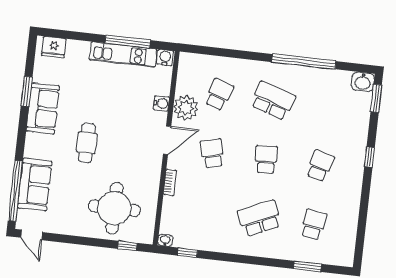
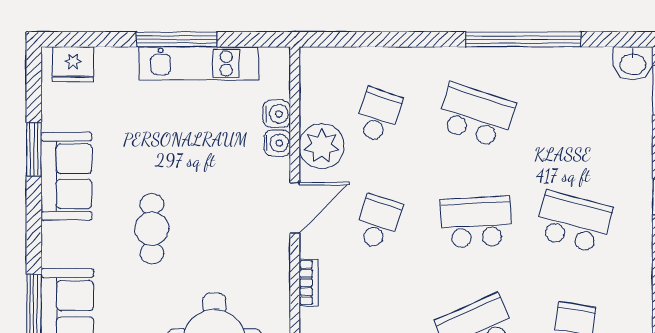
window: (128, 42) -> (177, 39), moved
water cooler: (165, 58) -> (277, 114), moved, turned 90
school desk: (212, 153) -> (378, 222), turned 33
school desk: (266, 159) -> (476, 222), width x1.85
school desk: (320, 166) -> (574, 222), width x1.85

